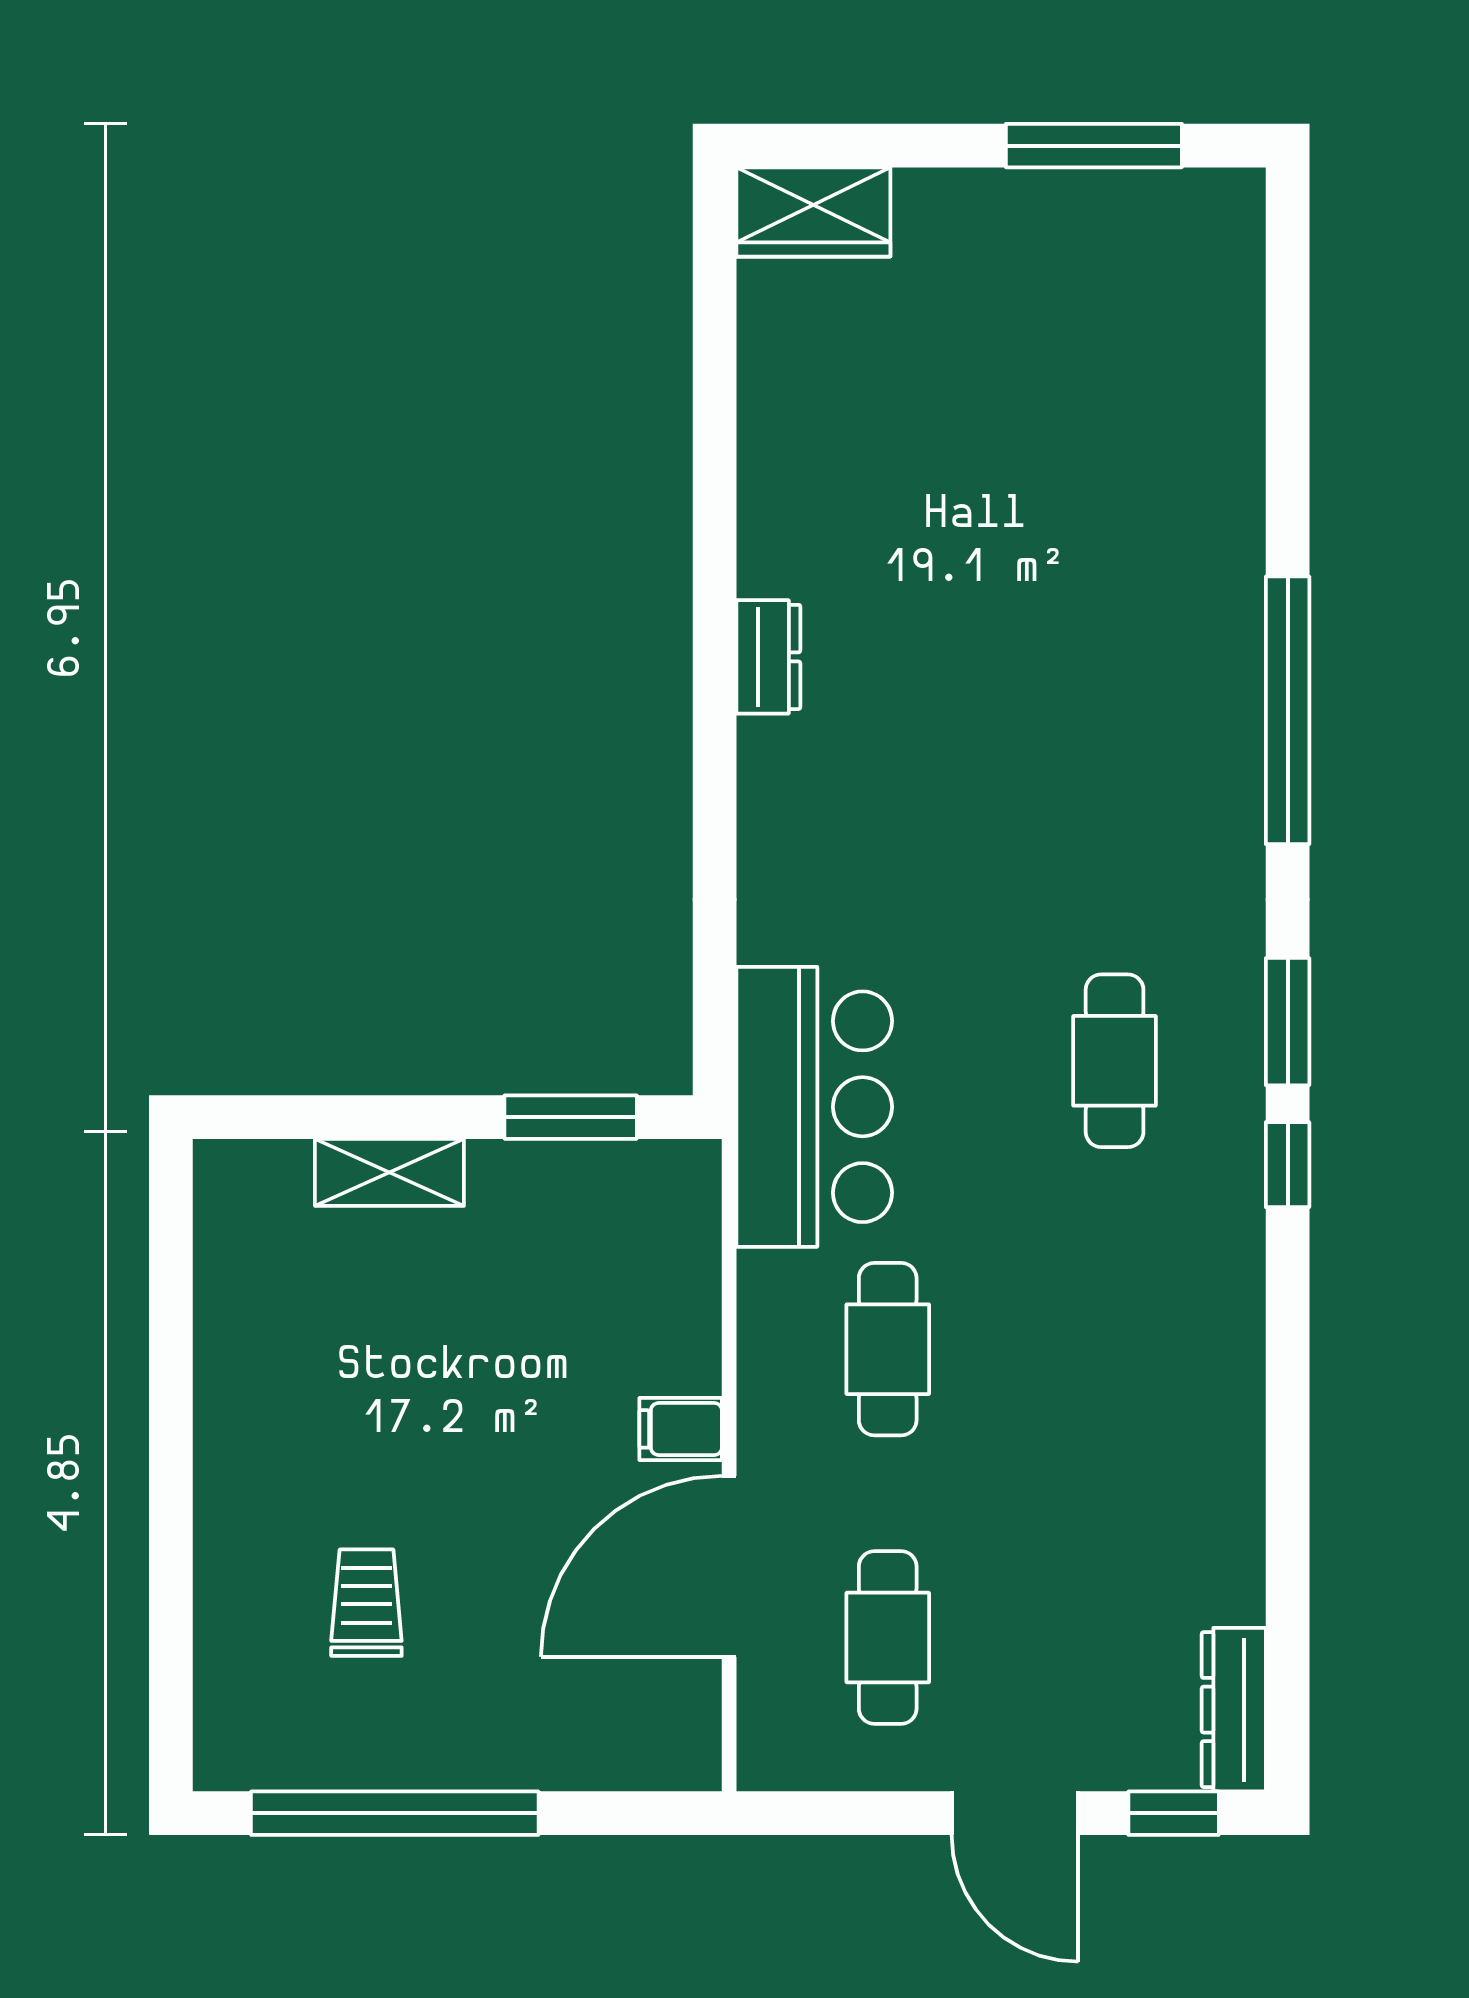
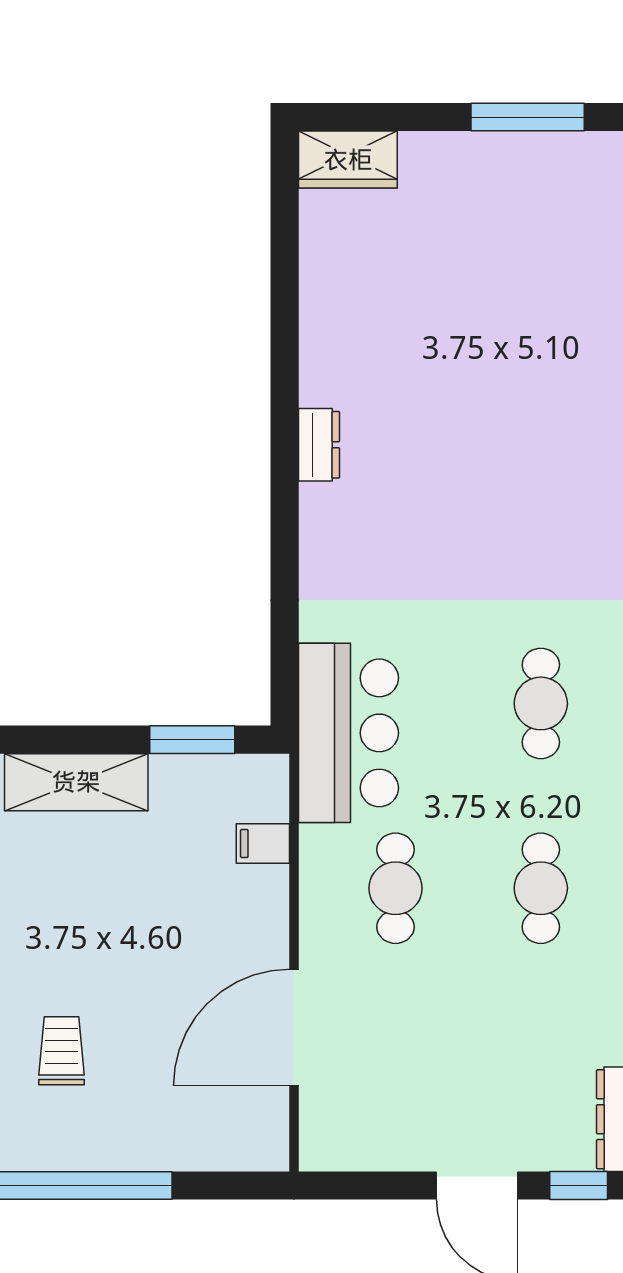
shelving: (389, 1172) -> (76, 782), width x1.50, depth x1.33
filing cabinet: (681, 1429) -> (263, 843), moved
cafe table: (888, 1638) -> (541, 888), moved

